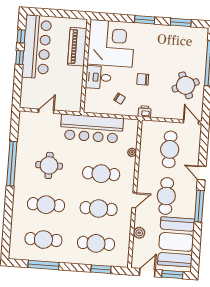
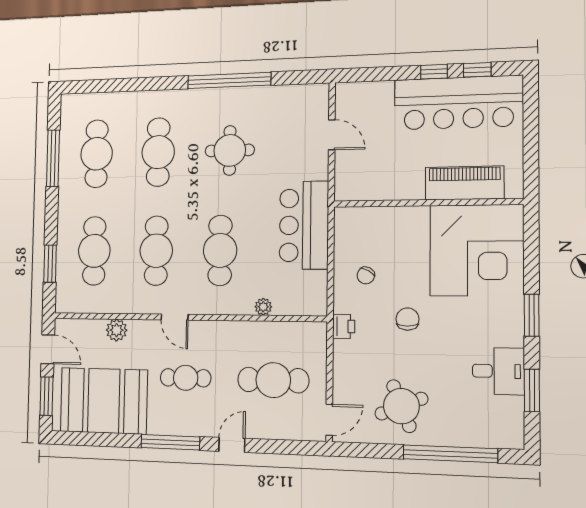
desk: (98, 77) -> (498, 371), moved, turned 90
bar counter: (92, 129) -> (304, 225), width x0.73
cafe table: (166, 196) -> (186, 378), width x0.73, depth x0.74

